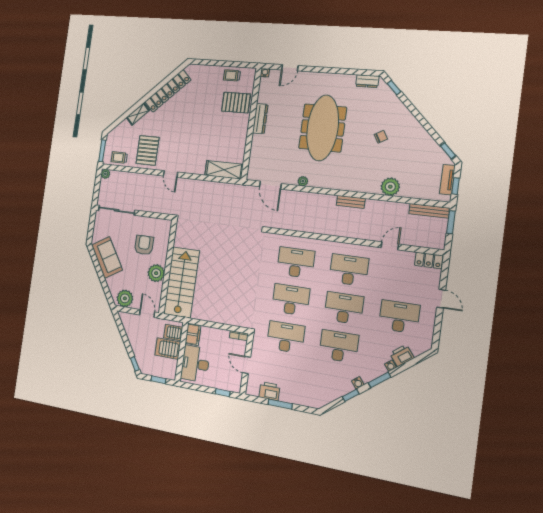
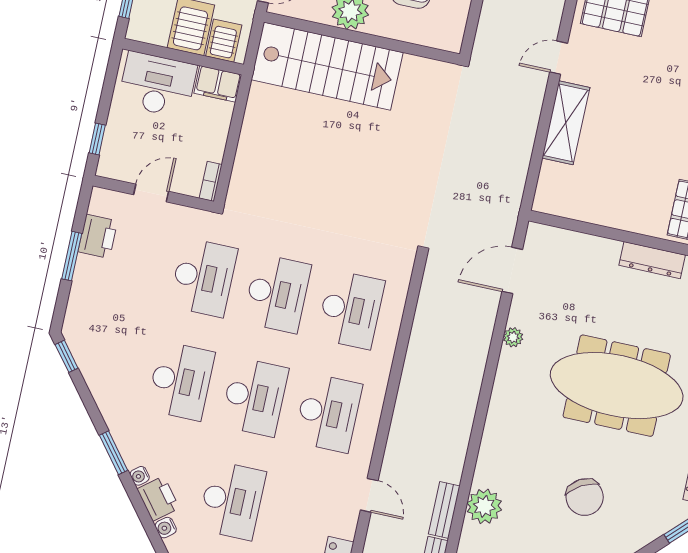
chair: (381, 137) -> (585, 497), width x1.87, depth x1.87
shelving: (224, 170) -> (566, 123), moved
bench: (351, 202) -> (444, 510), moved
water cooler: (358, 383) -> (166, 528), moved
window: (351, 395) -> (67, 356), moved

